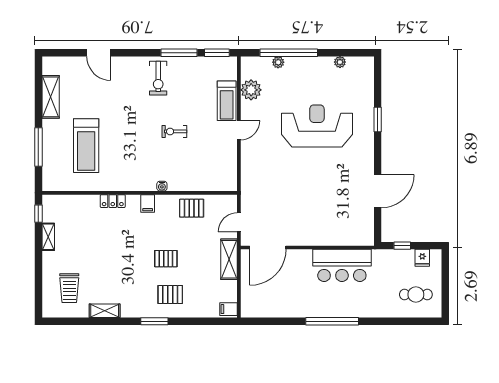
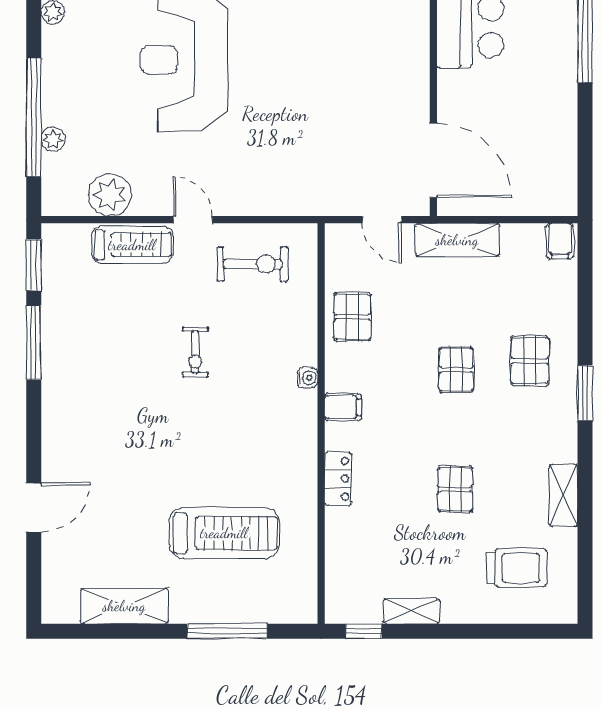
exercise bike: (158, 78) -> (252, 264), moved
pallet: (108, 258) -> (455, 489), added

